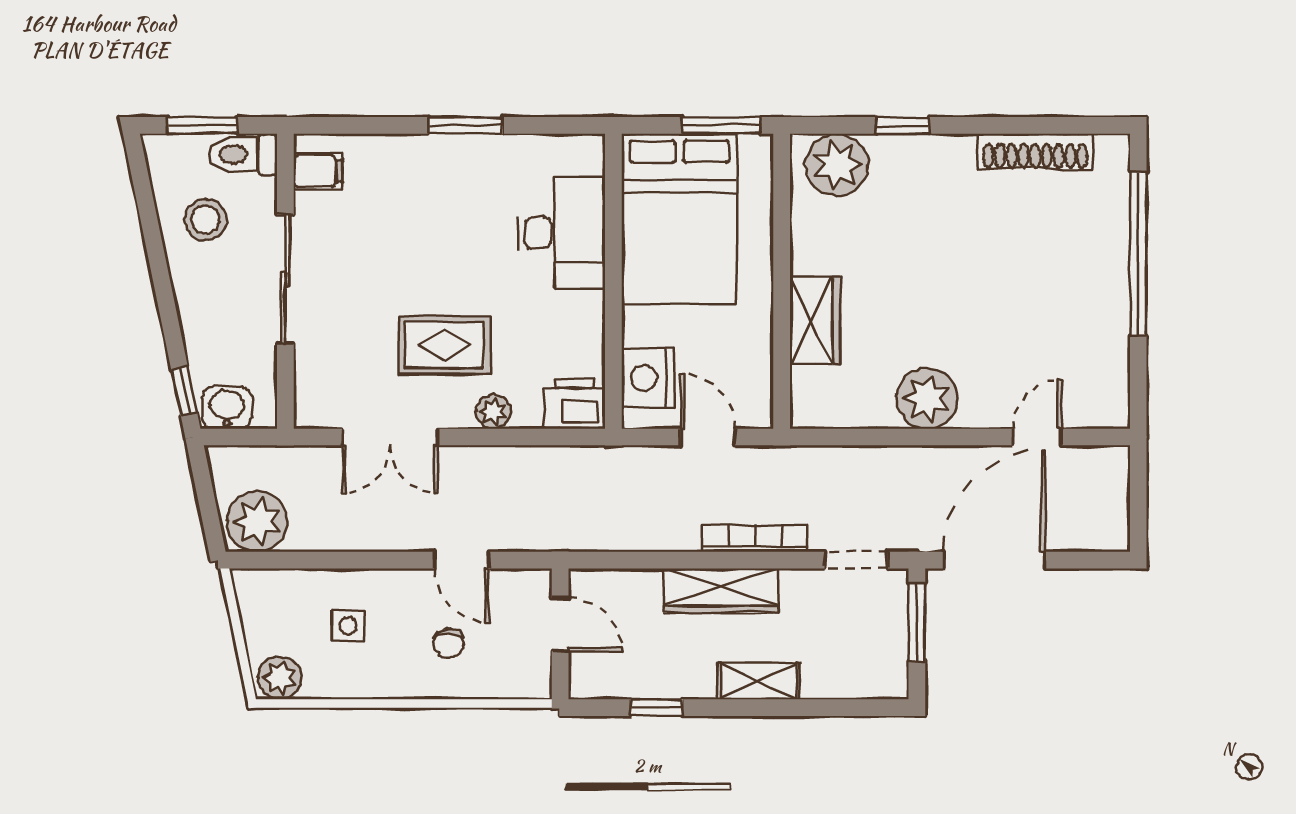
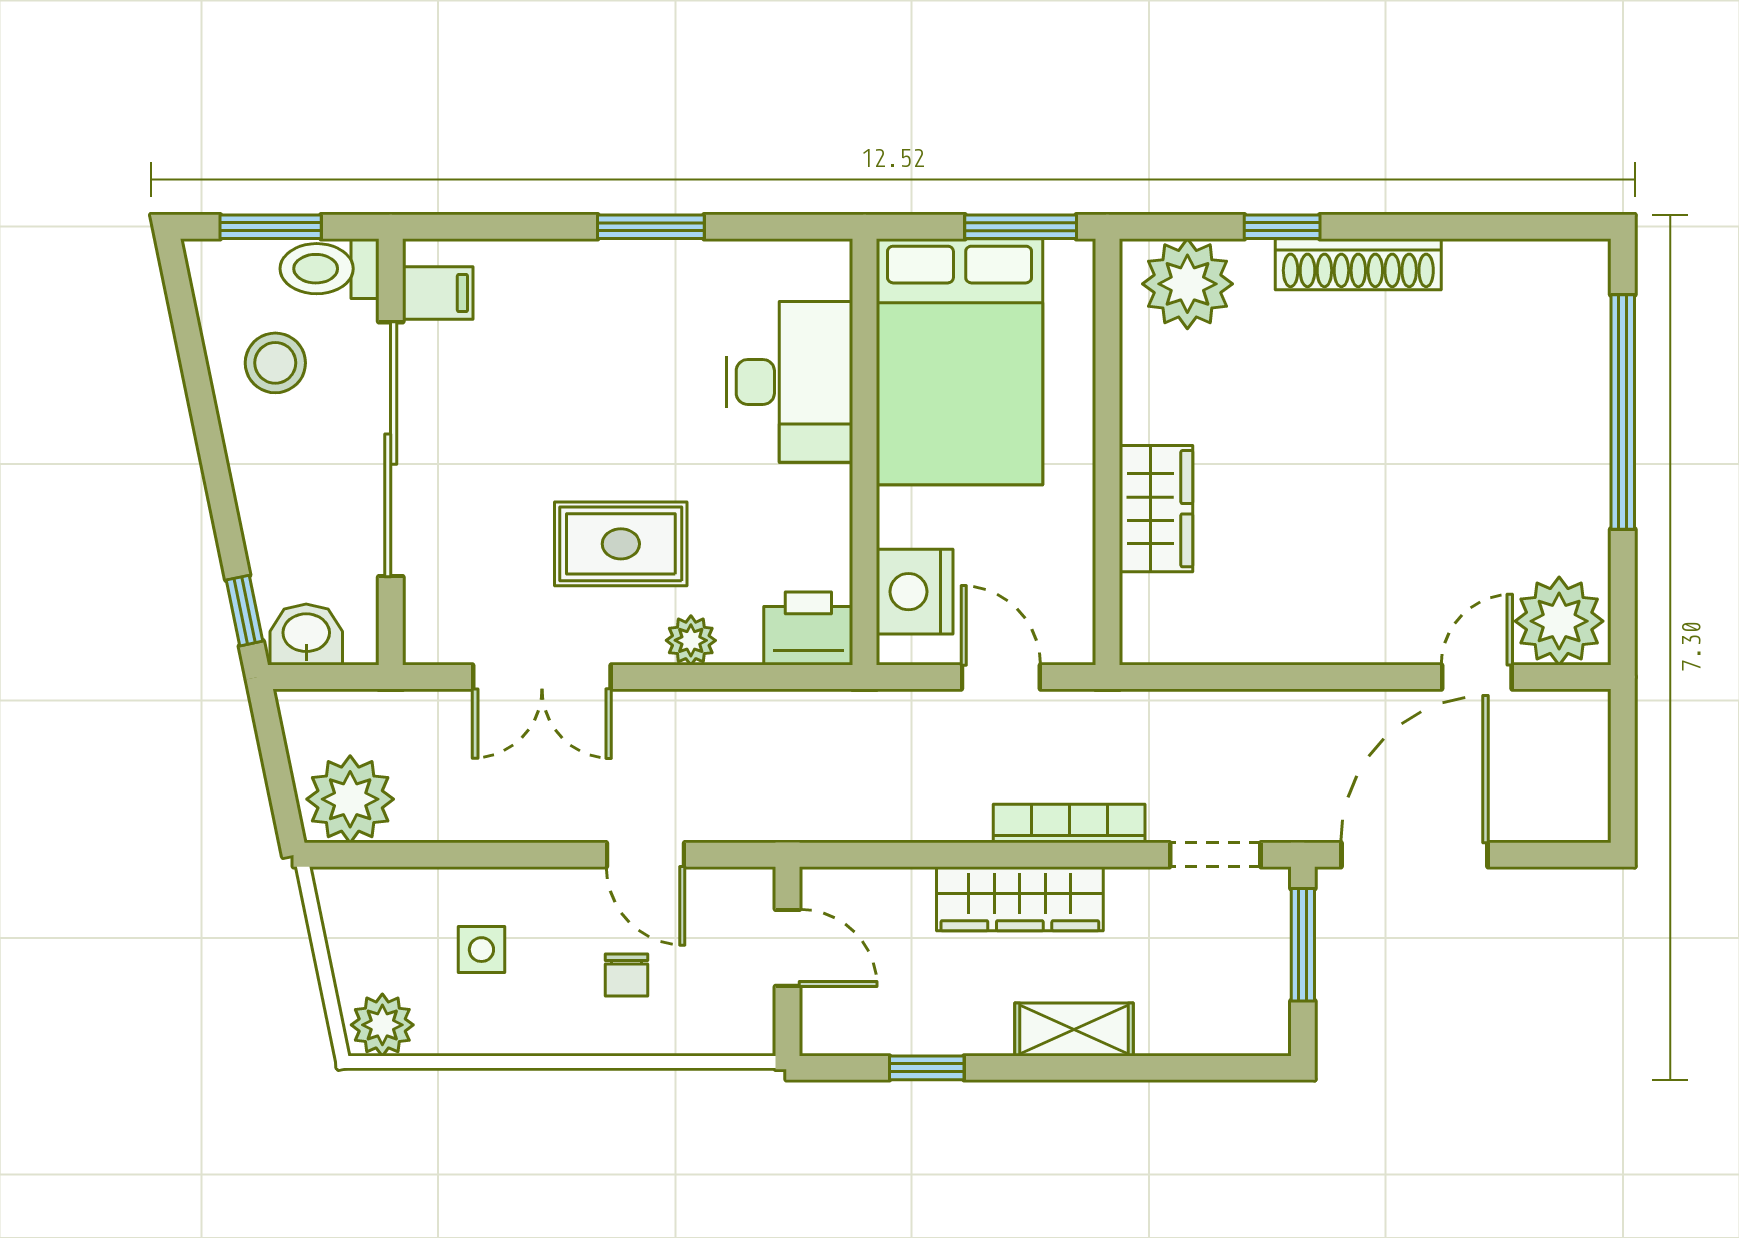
shoe rack: (1035, 151) -> (1358, 264), moved
sliding door: (285, 279) -> (391, 449), width x1.36
plant: (927, 398) -> (1559, 621), moved

